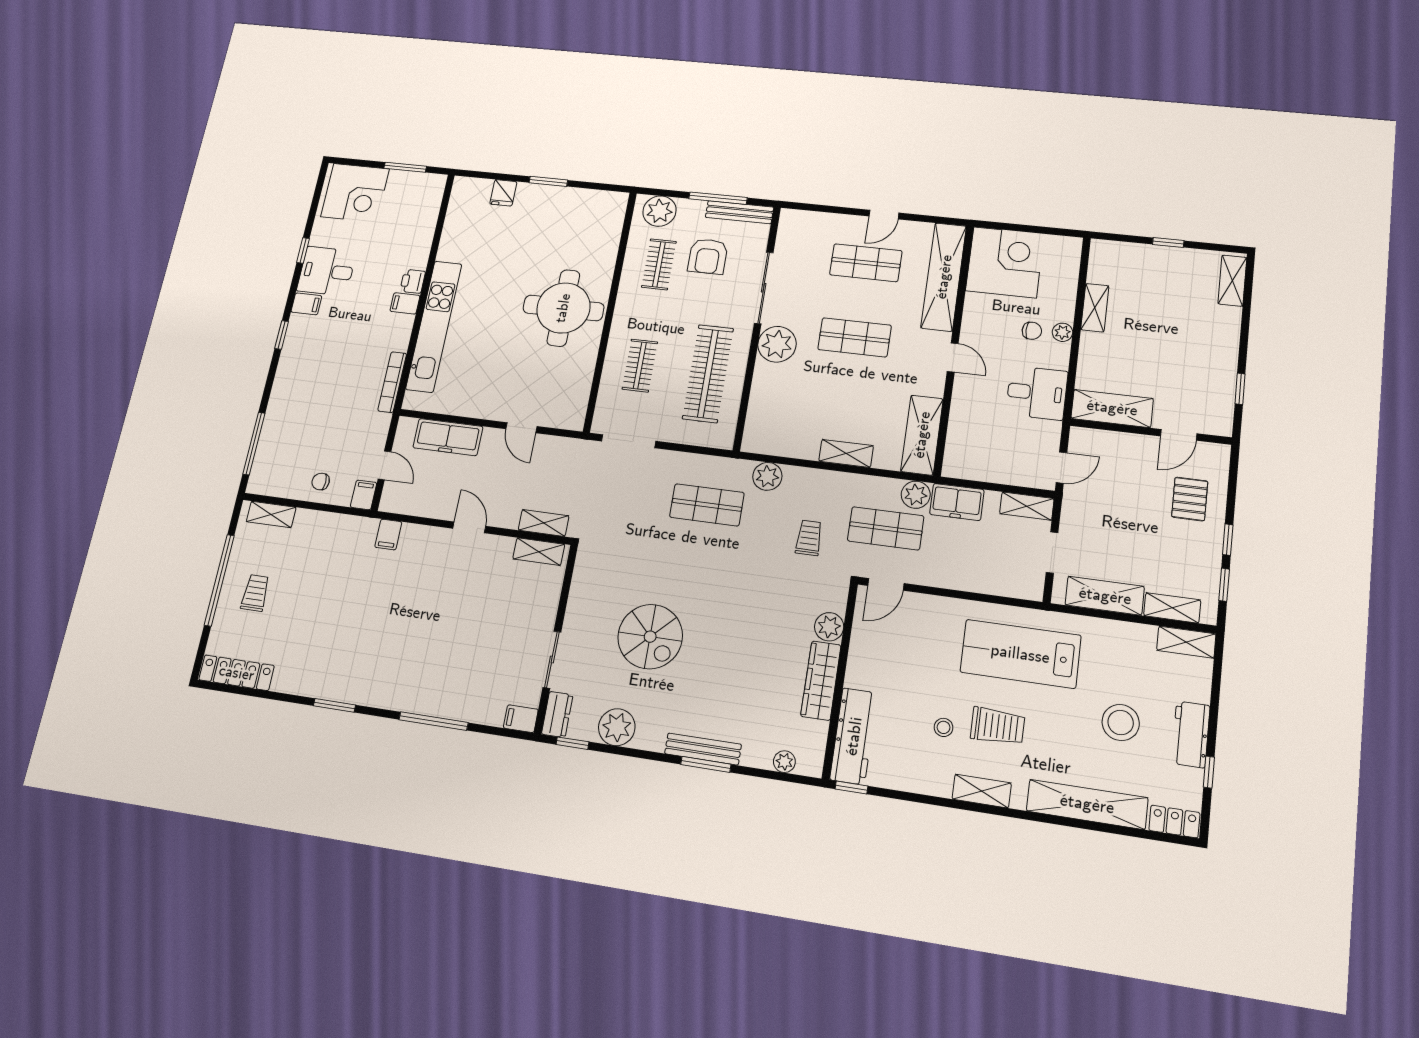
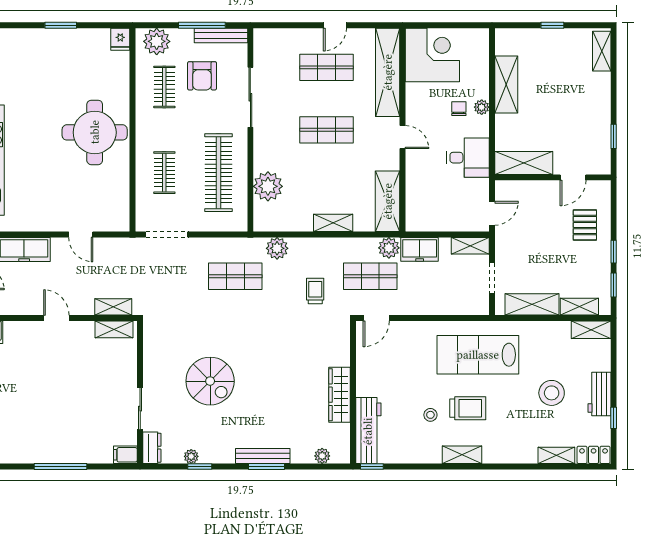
fridge: (503, 193) -> (120, 39), moved
shelving: (1095, 308) -> (506, 85), width x1.50, depth x1.33
chair: (1032, 331) -> (459, 109), turned -90
plant: (777, 344) -> (268, 186), moved
plant: (829, 627) -> (340, 355), removed
plant: (617, 727) -> (191, 456), width x0.53, depth x0.53
window: (572, 743) -> (200, 466), moved
shelving: (1087, 804) -> (556, 455), width x0.45, depth x0.75

